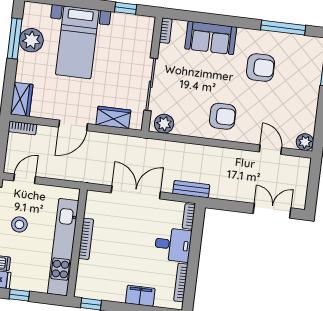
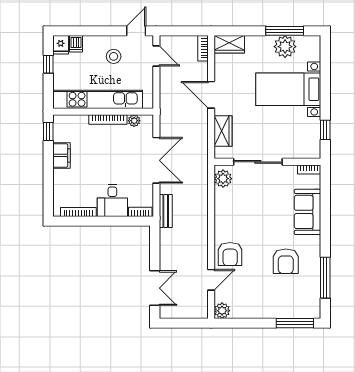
armchair: (223, 116) -> (230, 254), moved
plant: (91, 211) -> (134, 121), added
filing cabinet: (140, 296) -> (61, 155), moved

